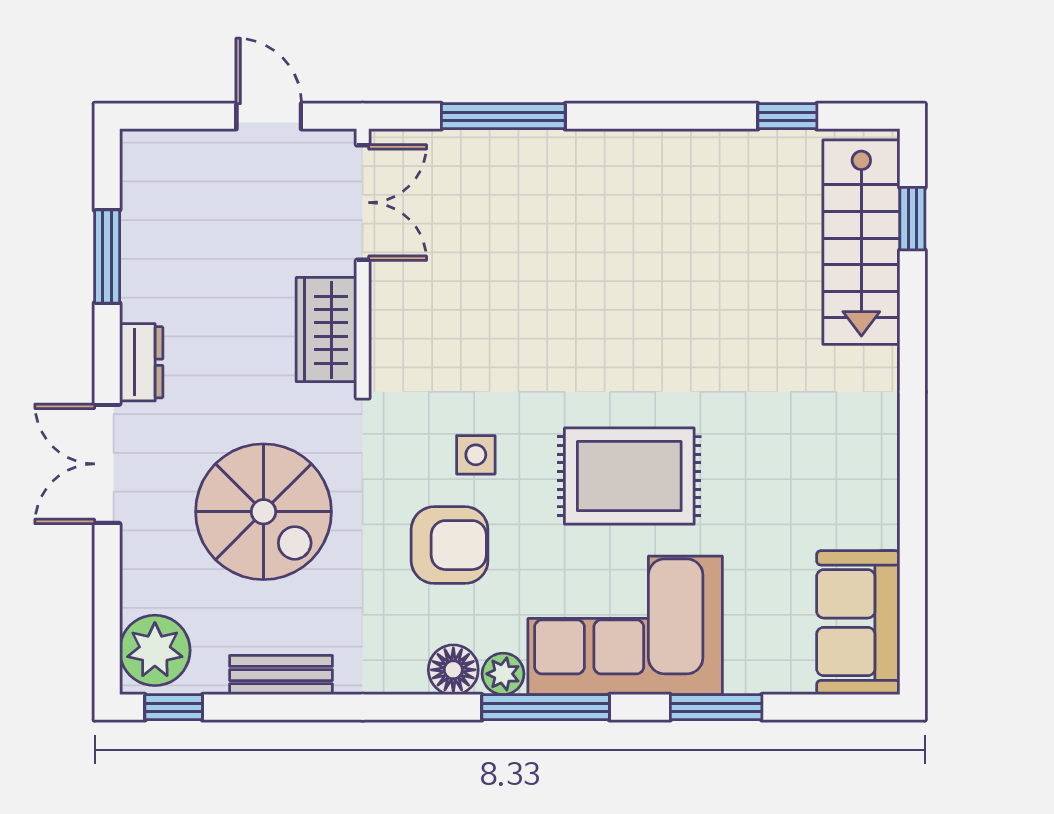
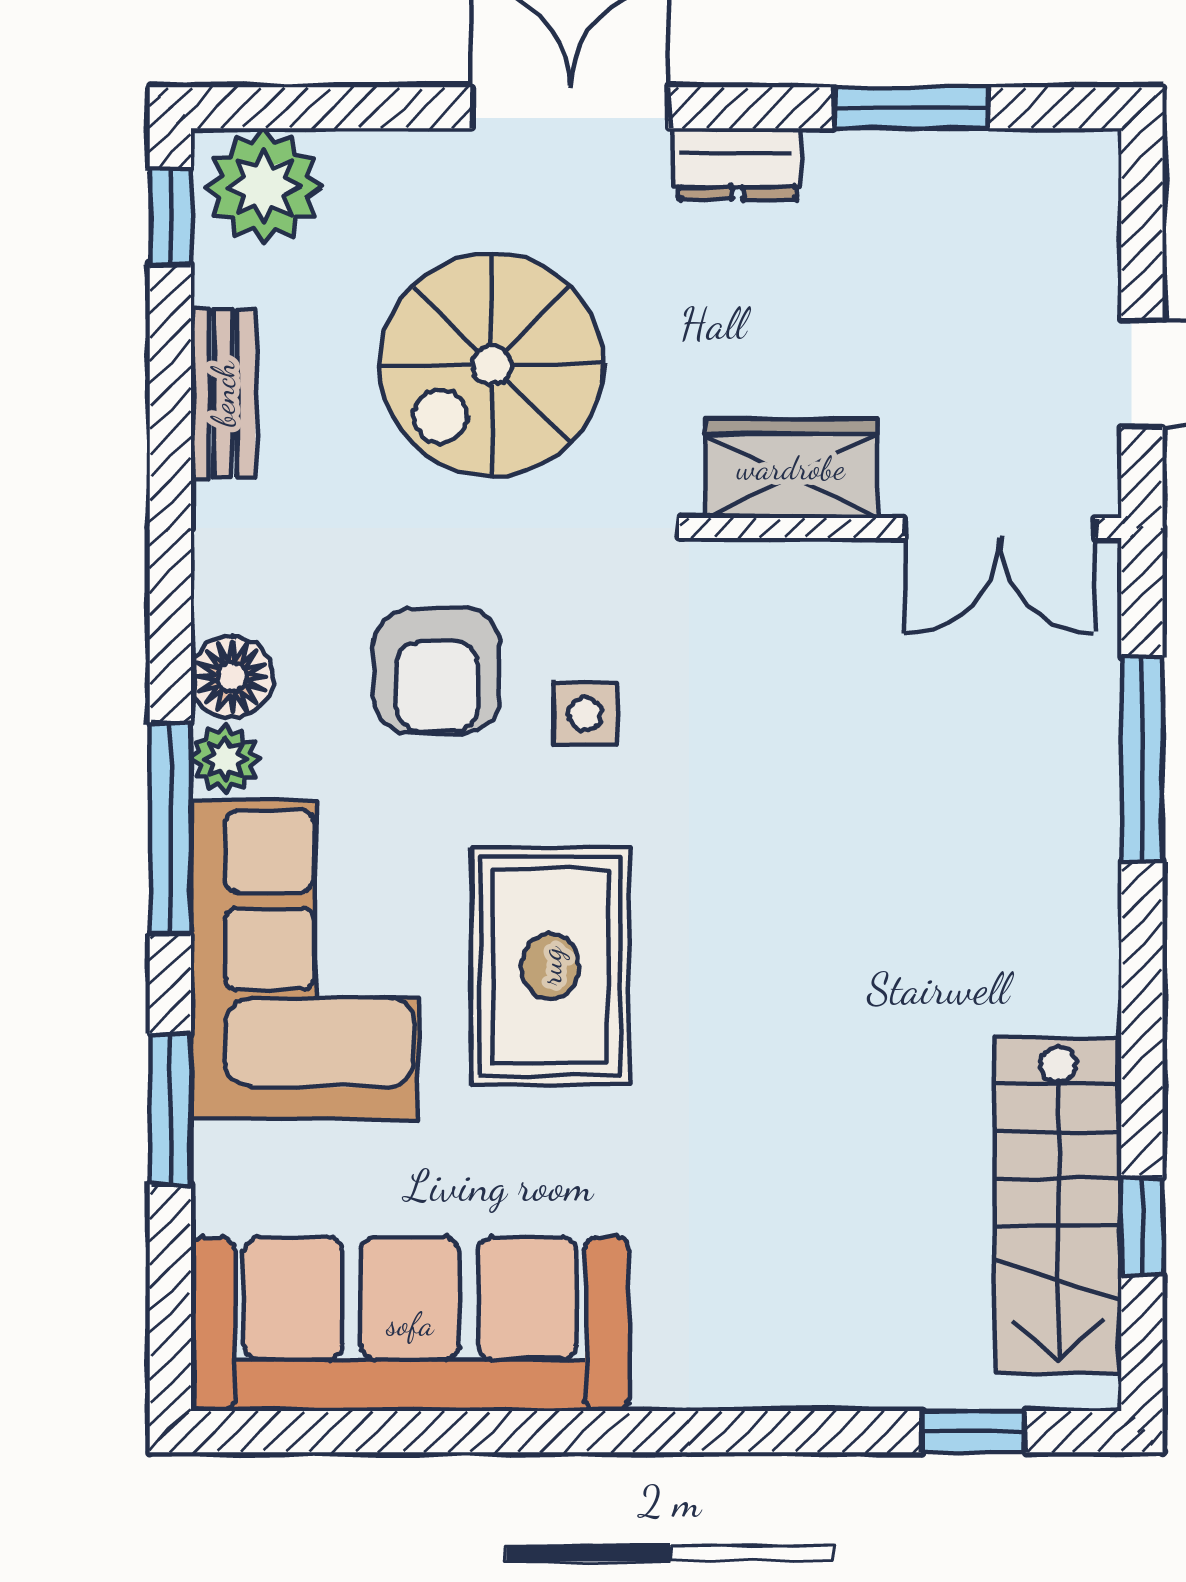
stairs: (861, 242) -> (1058, 1206), moved, turned -90
sofa: (858, 623) -> (410, 1324), width x1.85, depth x1.27

